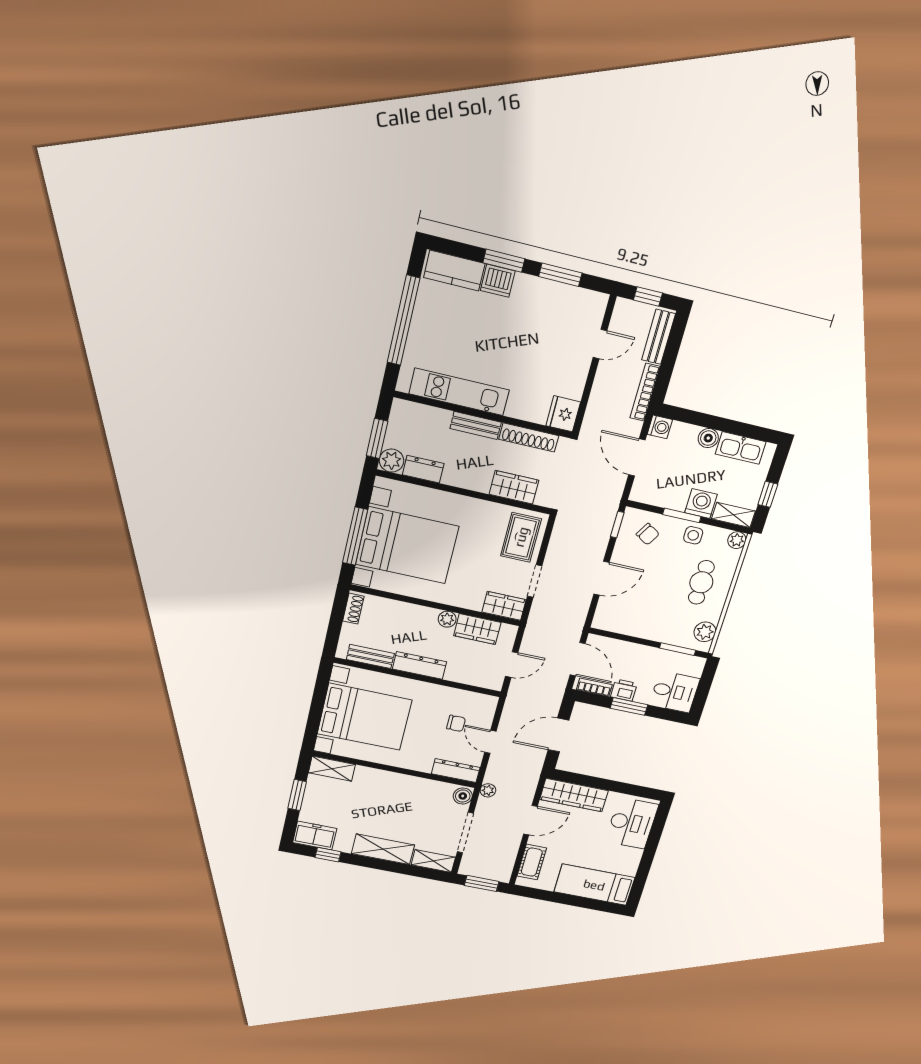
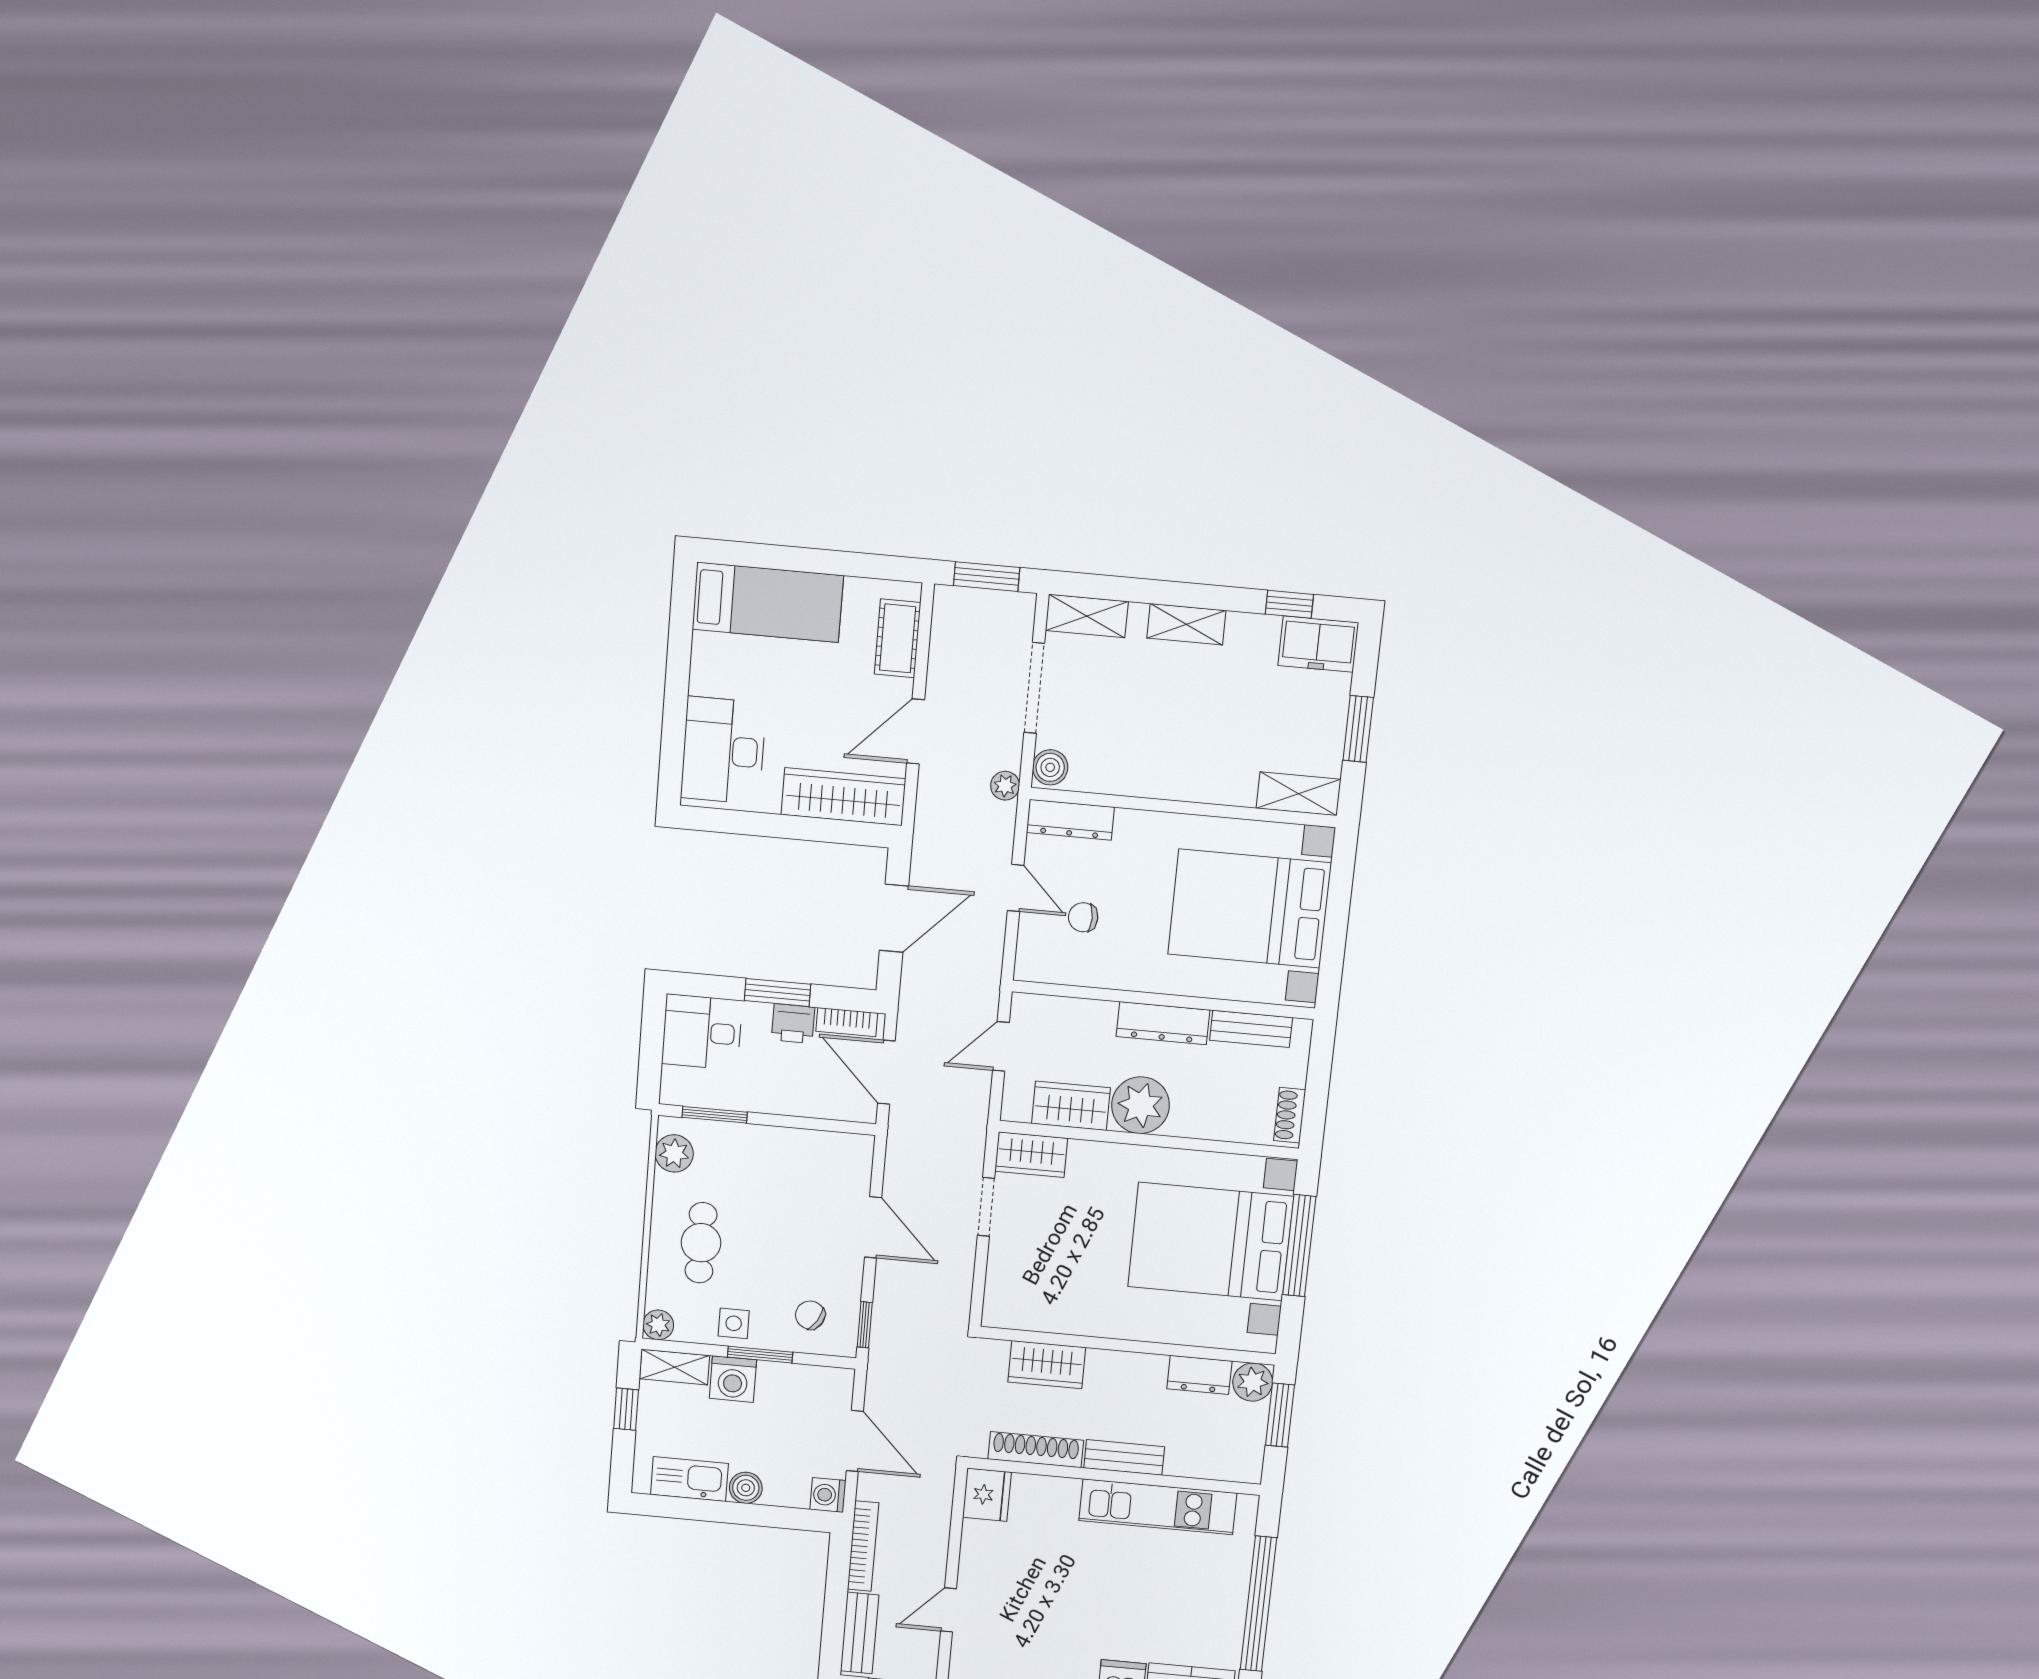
rug: (521, 537) -> (1022, 1281), removed
door: (601, 578) -> (873, 1227), swing flipped
plant: (447, 619) -> (1140, 1105), width x1.88, depth x1.88
shelving: (383, 849) -> (1186, 624), width x0.67, depth x0.75

